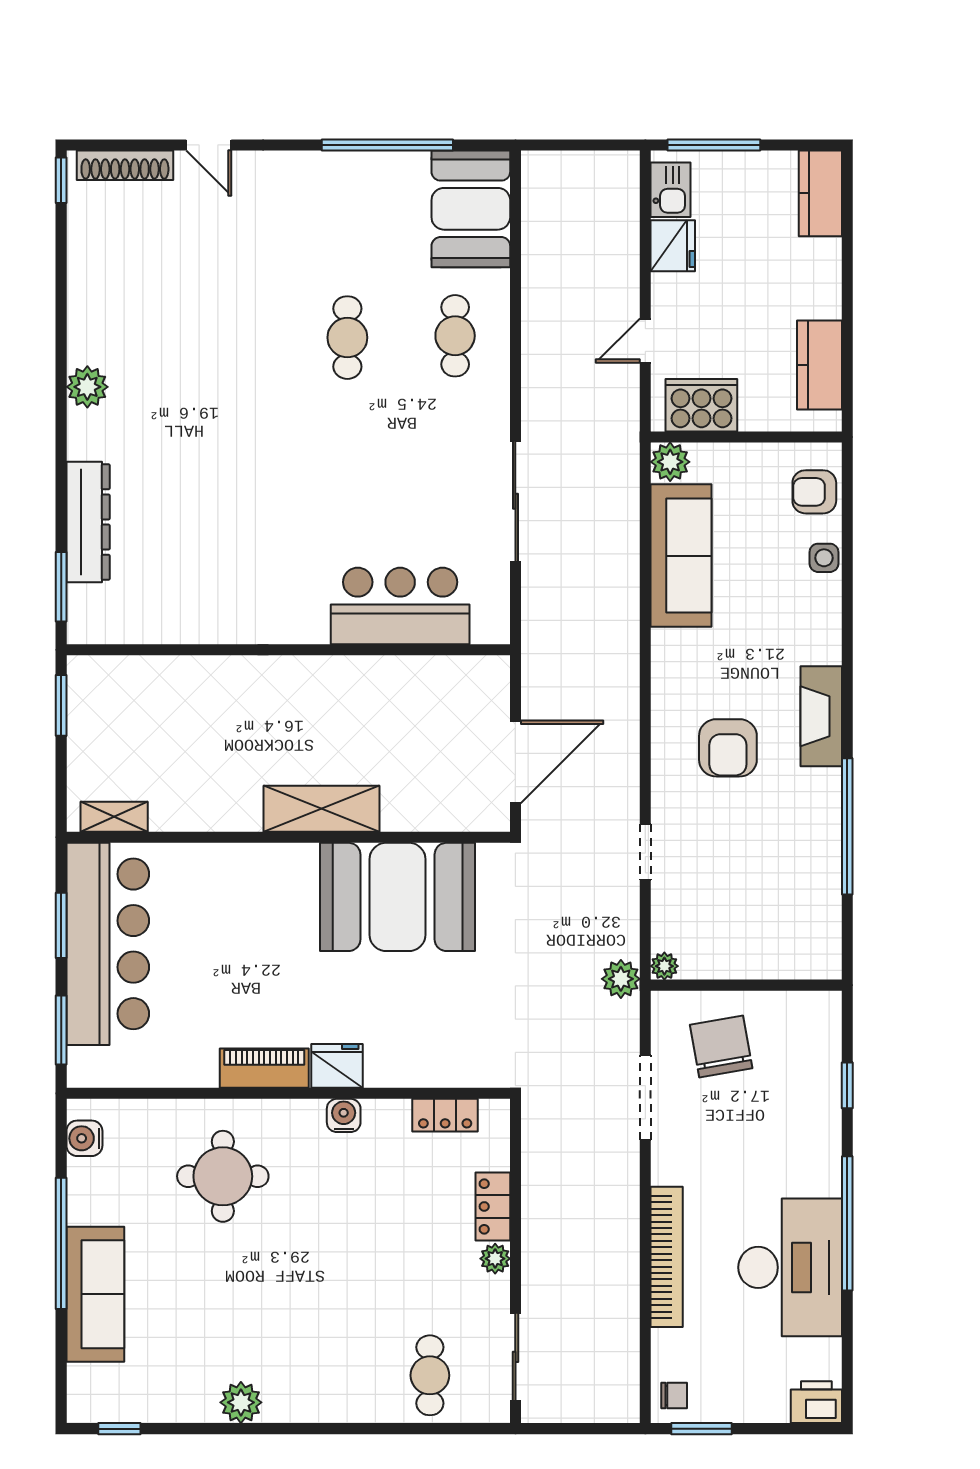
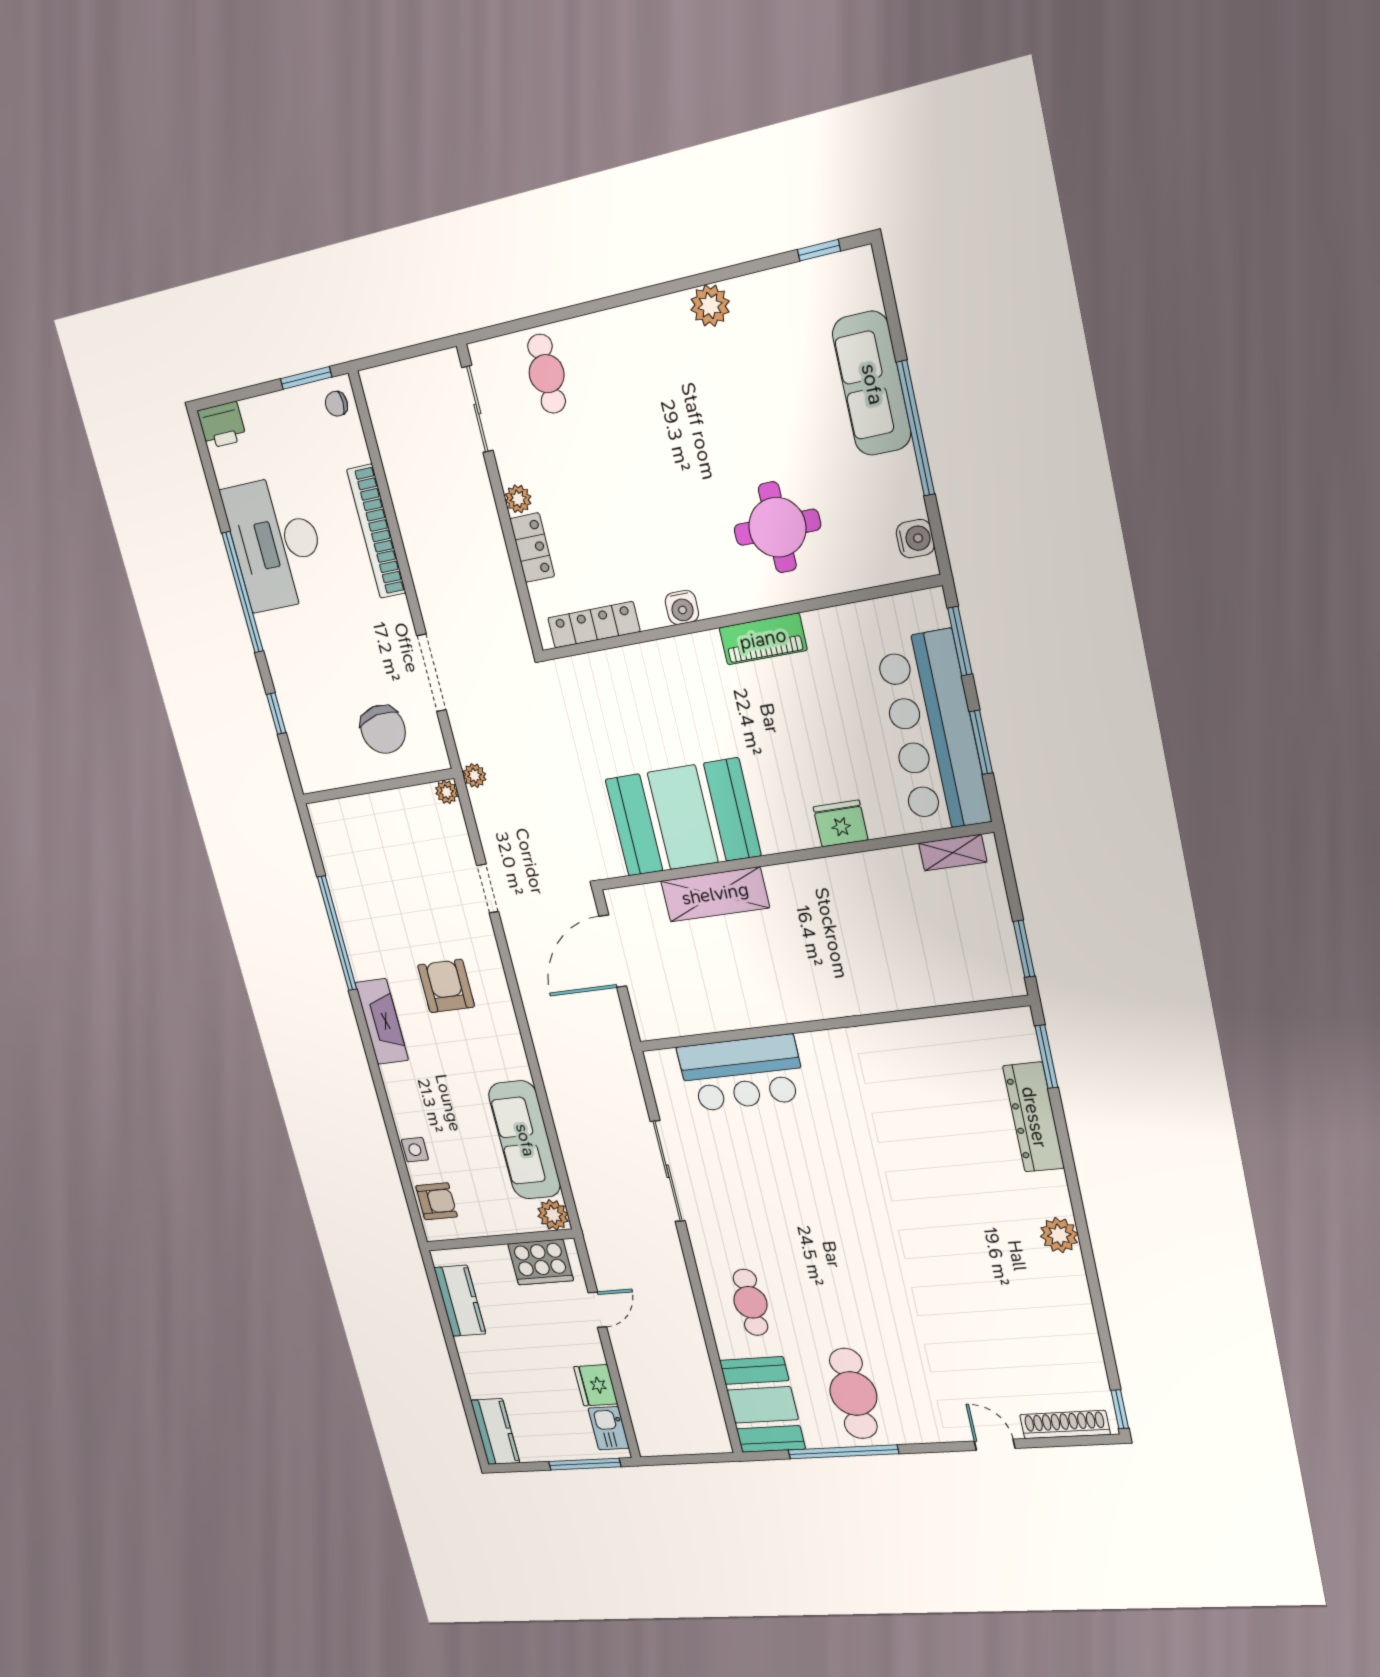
cafe table: (347, 338) -> (853, 1394), moved, width x1.37, depth x1.35
shelving: (322, 809) -> (715, 894), moved
plant: (621, 979) -> (474, 776), width x0.73, depth x0.73
fridge: (337, 1066) -> (840, 823), moved, turned 180
locker: (445, 1115) -> (594, 625), width x1.53

